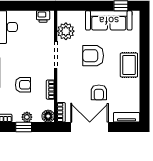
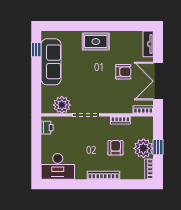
armchair: (93, 56) -> (86, 77), removed
floor lamp: (48, 116) -> (147, 123), removed
plant: (27, 117) -> (143, 148), width x1.88, depth x1.88

